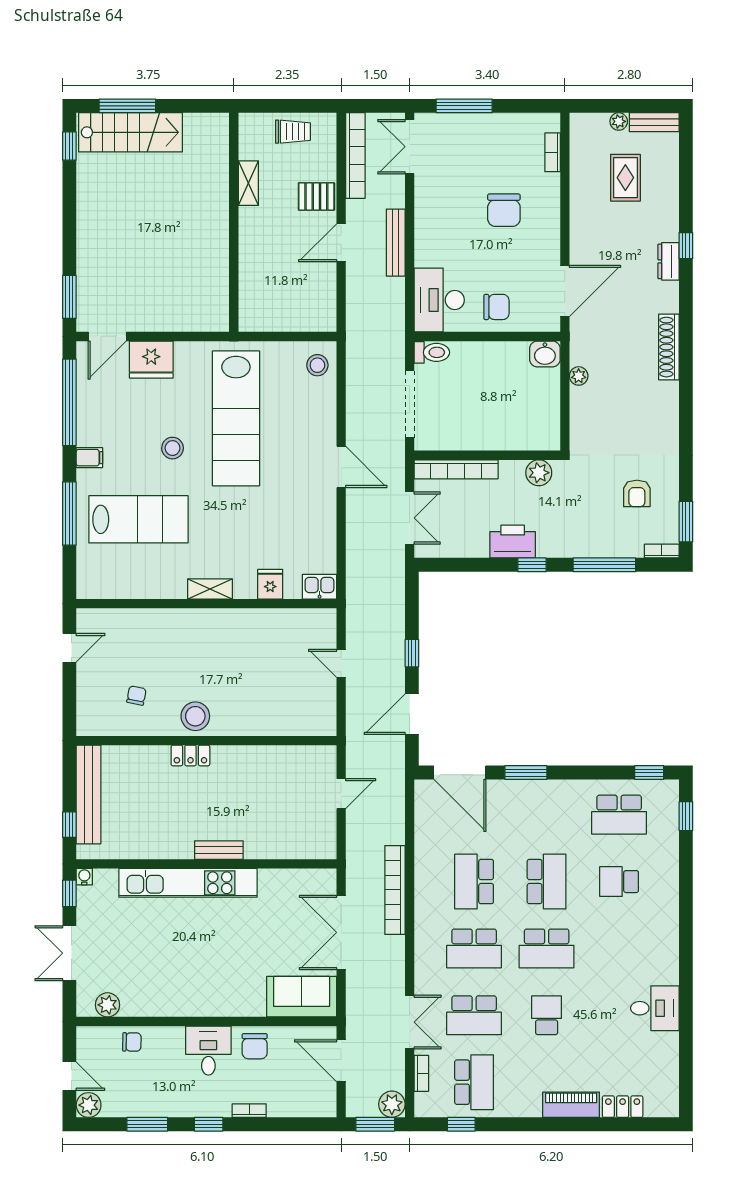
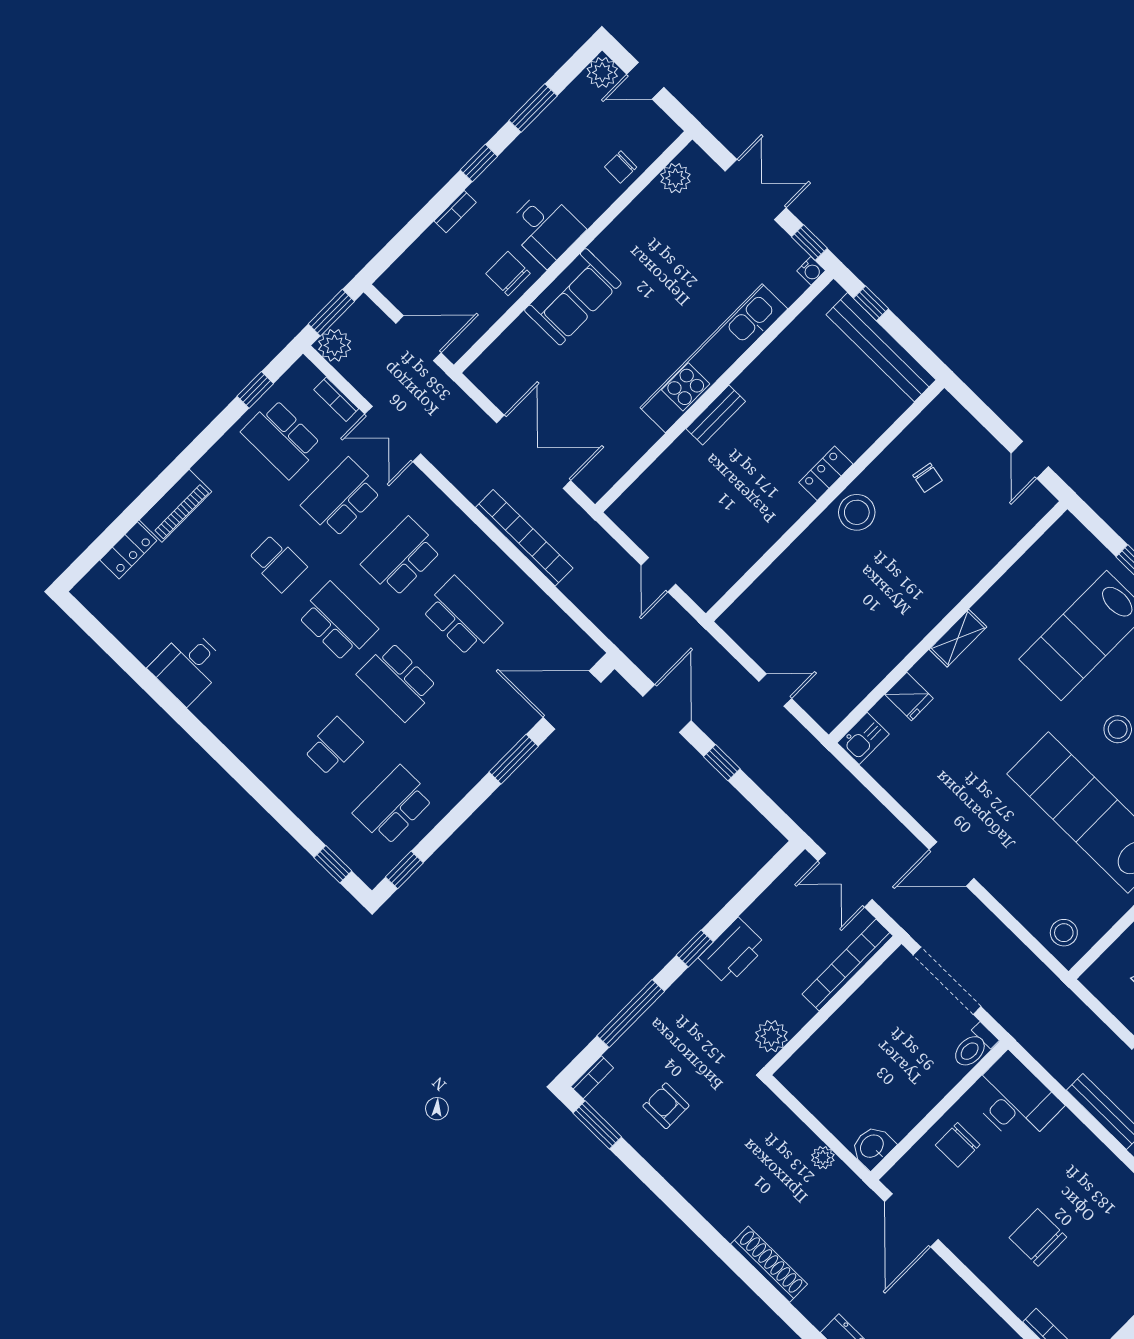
school desk: (547, 948) -> (337, 622), turned 90
sofa: (302, 997) -> (573, 297), moved

